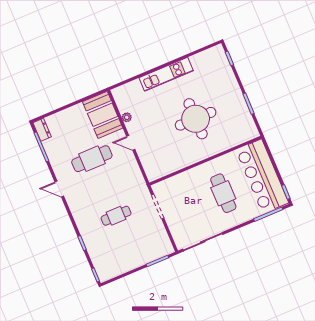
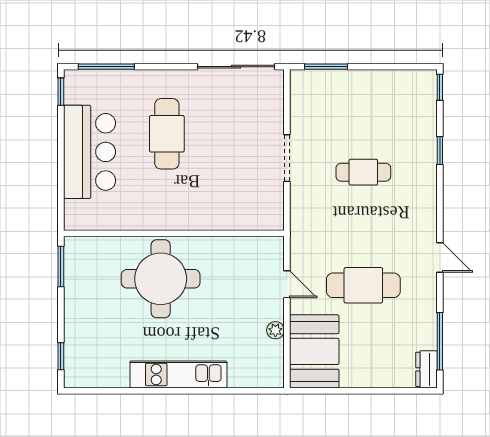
wall: (205, 161) -> (174, 233), moved
bar counter: (262, 176) -> (90, 152), width x0.73

